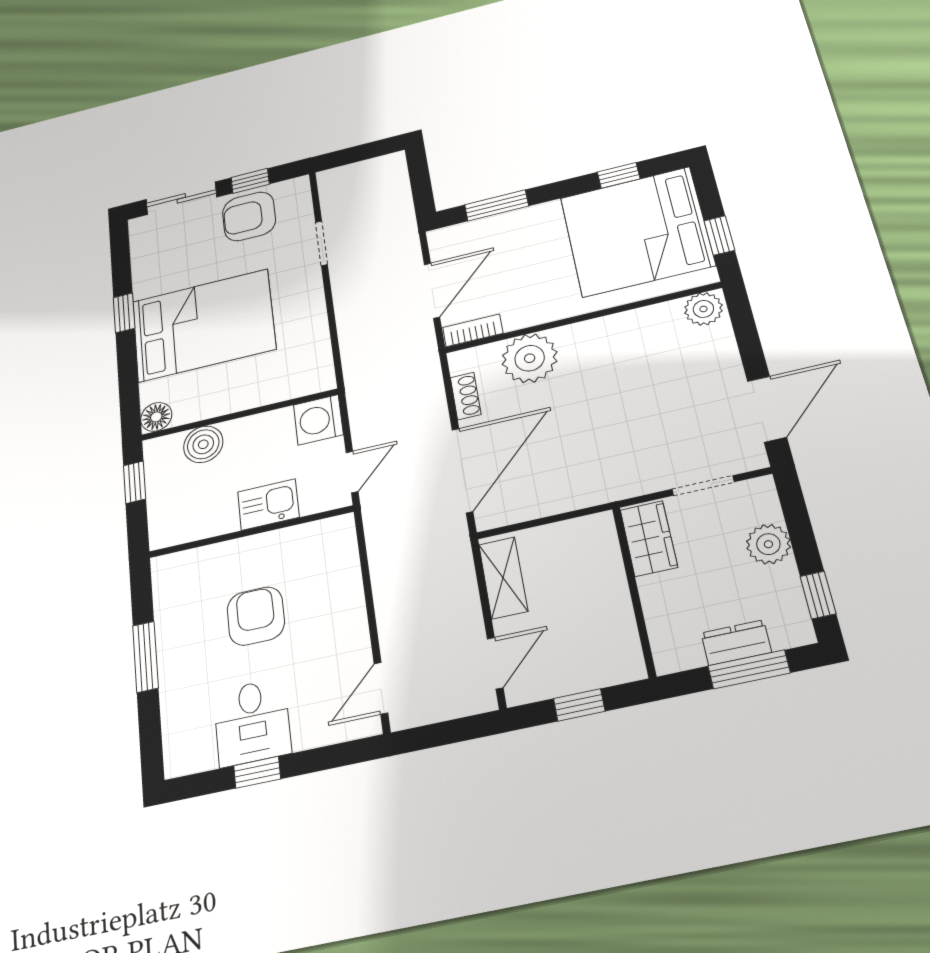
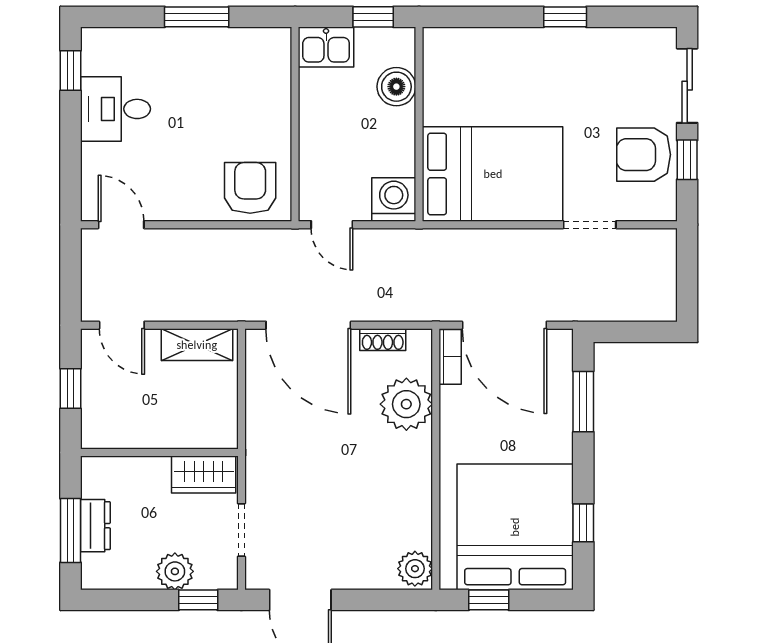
armchair: (249, 216) -> (644, 155), turned -90
door: (432, 291) -> (504, 325), width x1.36
bed: (203, 325) -> (493, 174), moved, turned -90
floor lamp: (156, 417) -> (438, 43), removed
kitchen sink: (268, 504) -> (326, 47), moved, turned 90
window: (818, 595) -> (198, 600), moved
armchair: (256, 616) -> (250, 188), moved, turned -90
window: (257, 772) -> (71, 71), moved

